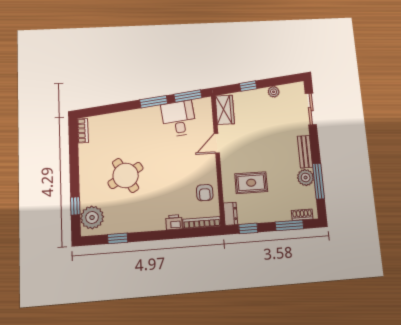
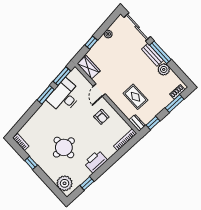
sliding door: (311, 109) -> (137, 27), width x1.37
desk: (179, 119) -> (64, 96), width x1.37
round table: (126, 175) -> (64, 147), turned 30
window: (318, 181) -> (160, 52), moved
rug: (251, 183) -> (135, 97), turned 90
armchair: (205, 193) -> (101, 117), moved
window: (75, 206) -> (31, 163), moved
printer: (174, 222) -> (96, 162), moved, width x1.87, depth x1.48

